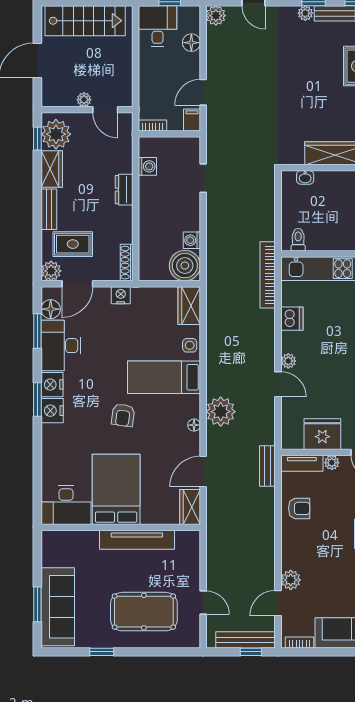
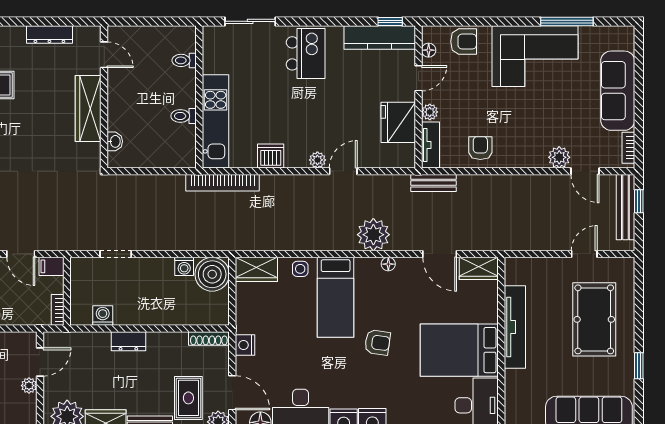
toilet: (298, 240) -> (184, 116), moved

